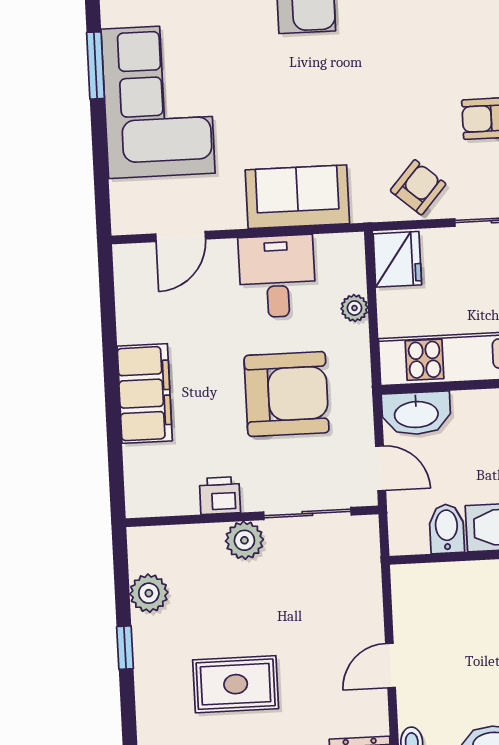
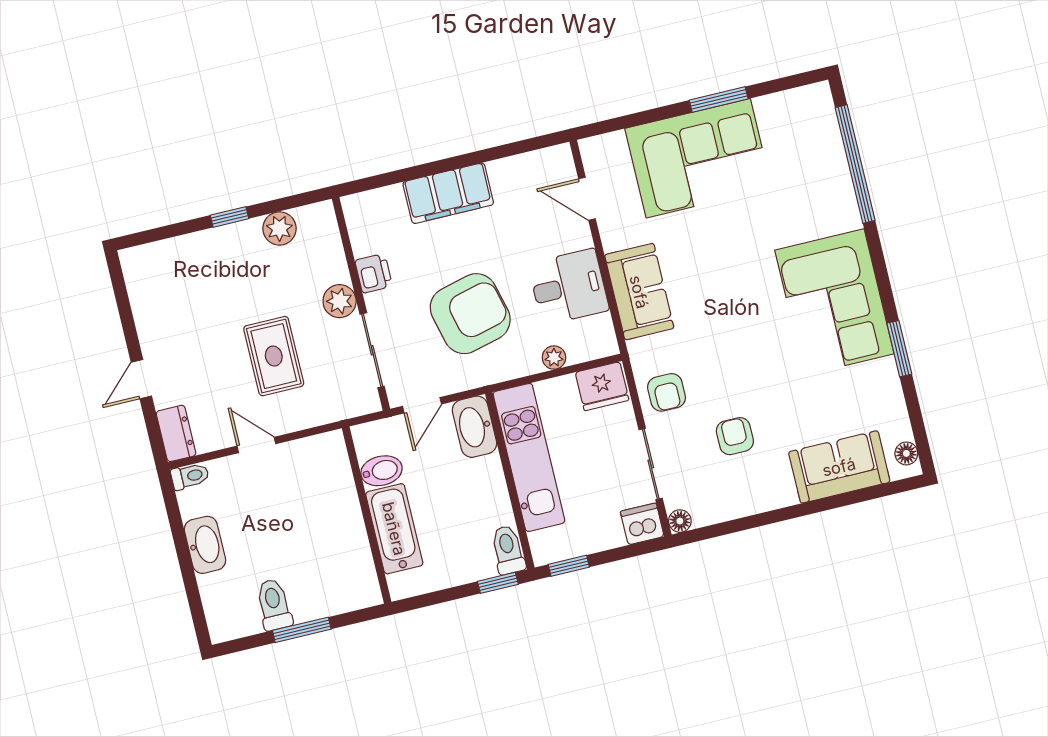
armchair: (418, 187) -> (666, 392), turned 49
armchair: (287, 394) -> (470, 314), turned -104
rug: (236, 684) -> (274, 356), moved

